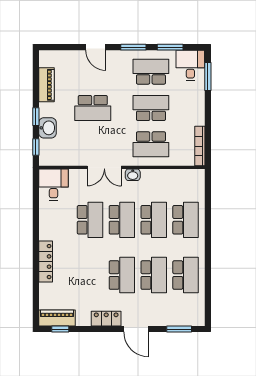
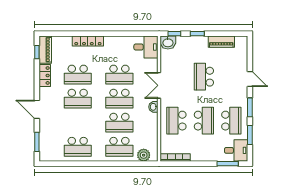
door: (96, 47) -> (250, 79), swing flipped
washbasin: (48, 128) -> (168, 42), moved
plant: (197, 188) -> (144, 155), added
school desk: (154, 275) -> (78, 75), moved
locker: (106, 319) -> (45, 75), moved
door: (136, 329) -> (37, 109), hinge flipped

